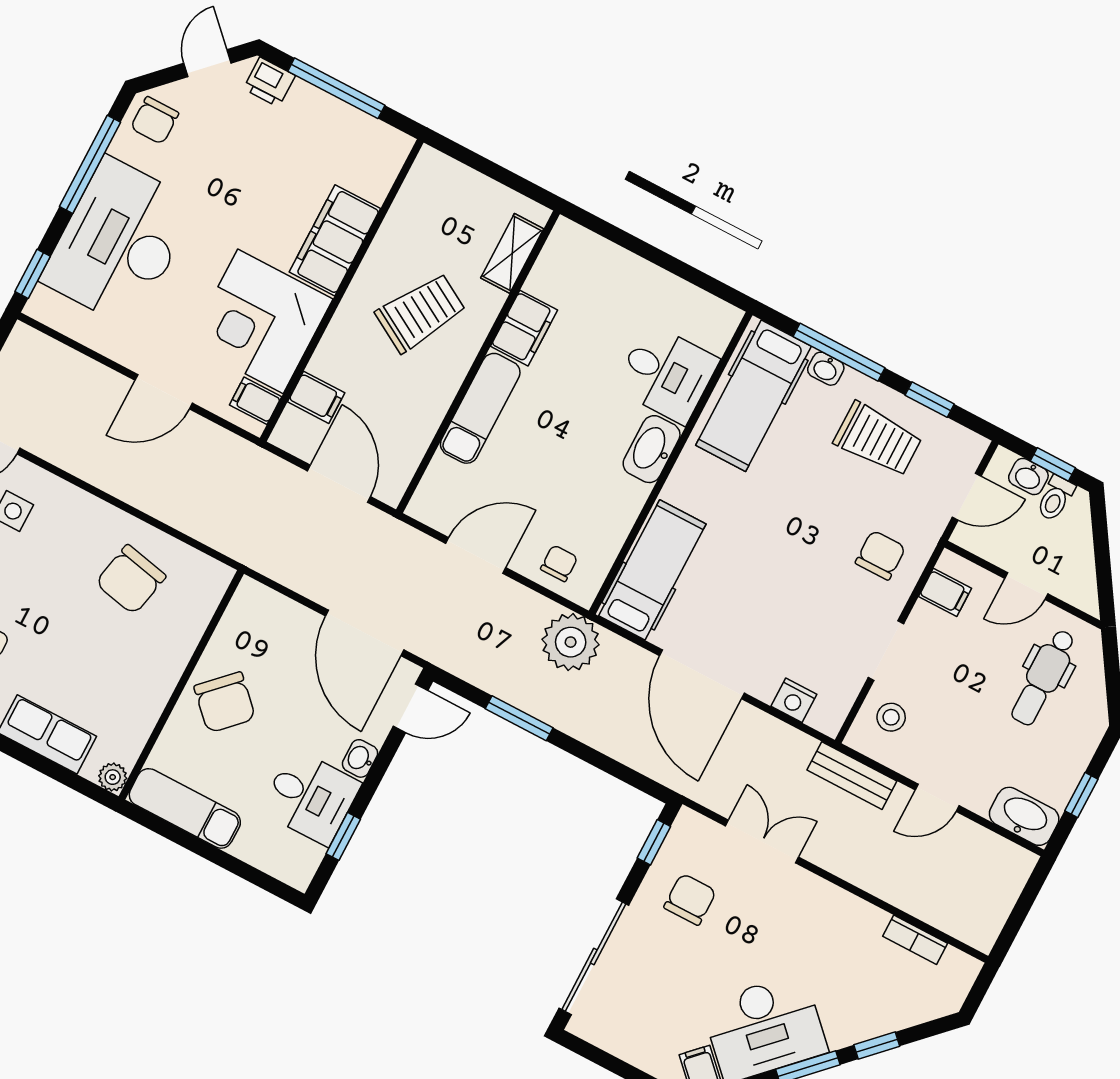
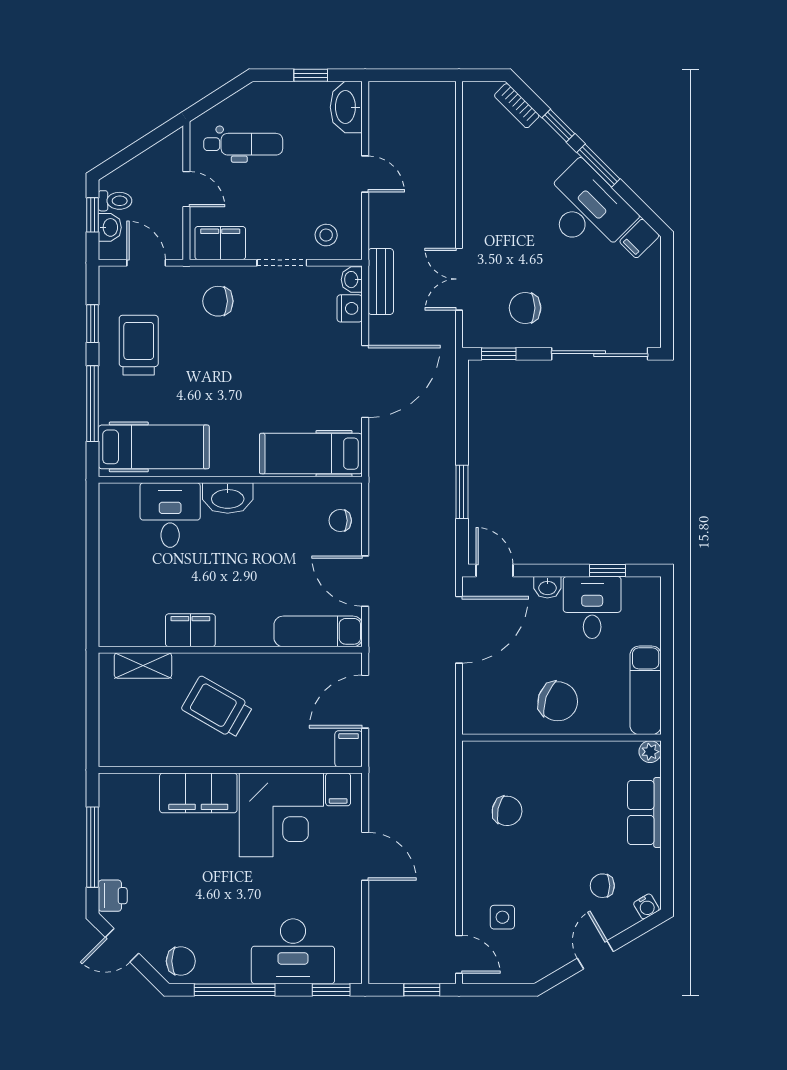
desk: (119, 242) -> (293, 951), width x0.73, depth x0.77
washbasin: (826, 369) -> (352, 280), moved, turned 180
filing cabinet: (316, 397) -> (349, 749), moved
exam couch: (480, 408) -> (318, 631), moved
chair: (131, 580) -> (507, 811), width x0.73, depth x0.73
filing cabinet: (945, 592) -> (220, 243), width x2.00
plant: (571, 642) -> (391, 484), removed
chair: (225, 702) -> (558, 701), turned 64
bench: (852, 776) -> (381, 282), moved
bookcase: (915, 940) -> (517, 106), moved, turned 135

